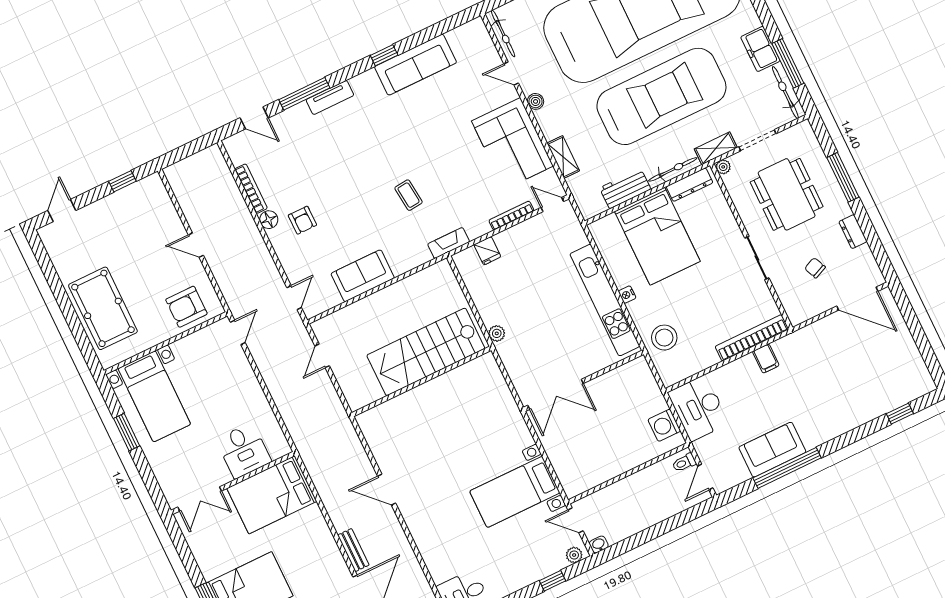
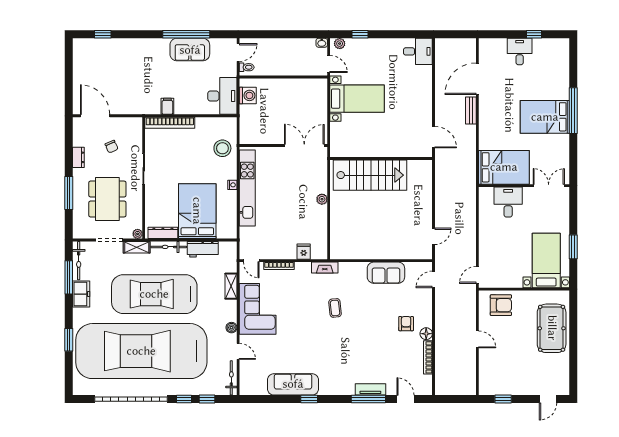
tv unit: (330, 97) -> (370, 389), moved
stairs: (426, 352) -> (370, 175), moved
wall: (422, 381) -> (381, 158), moved

